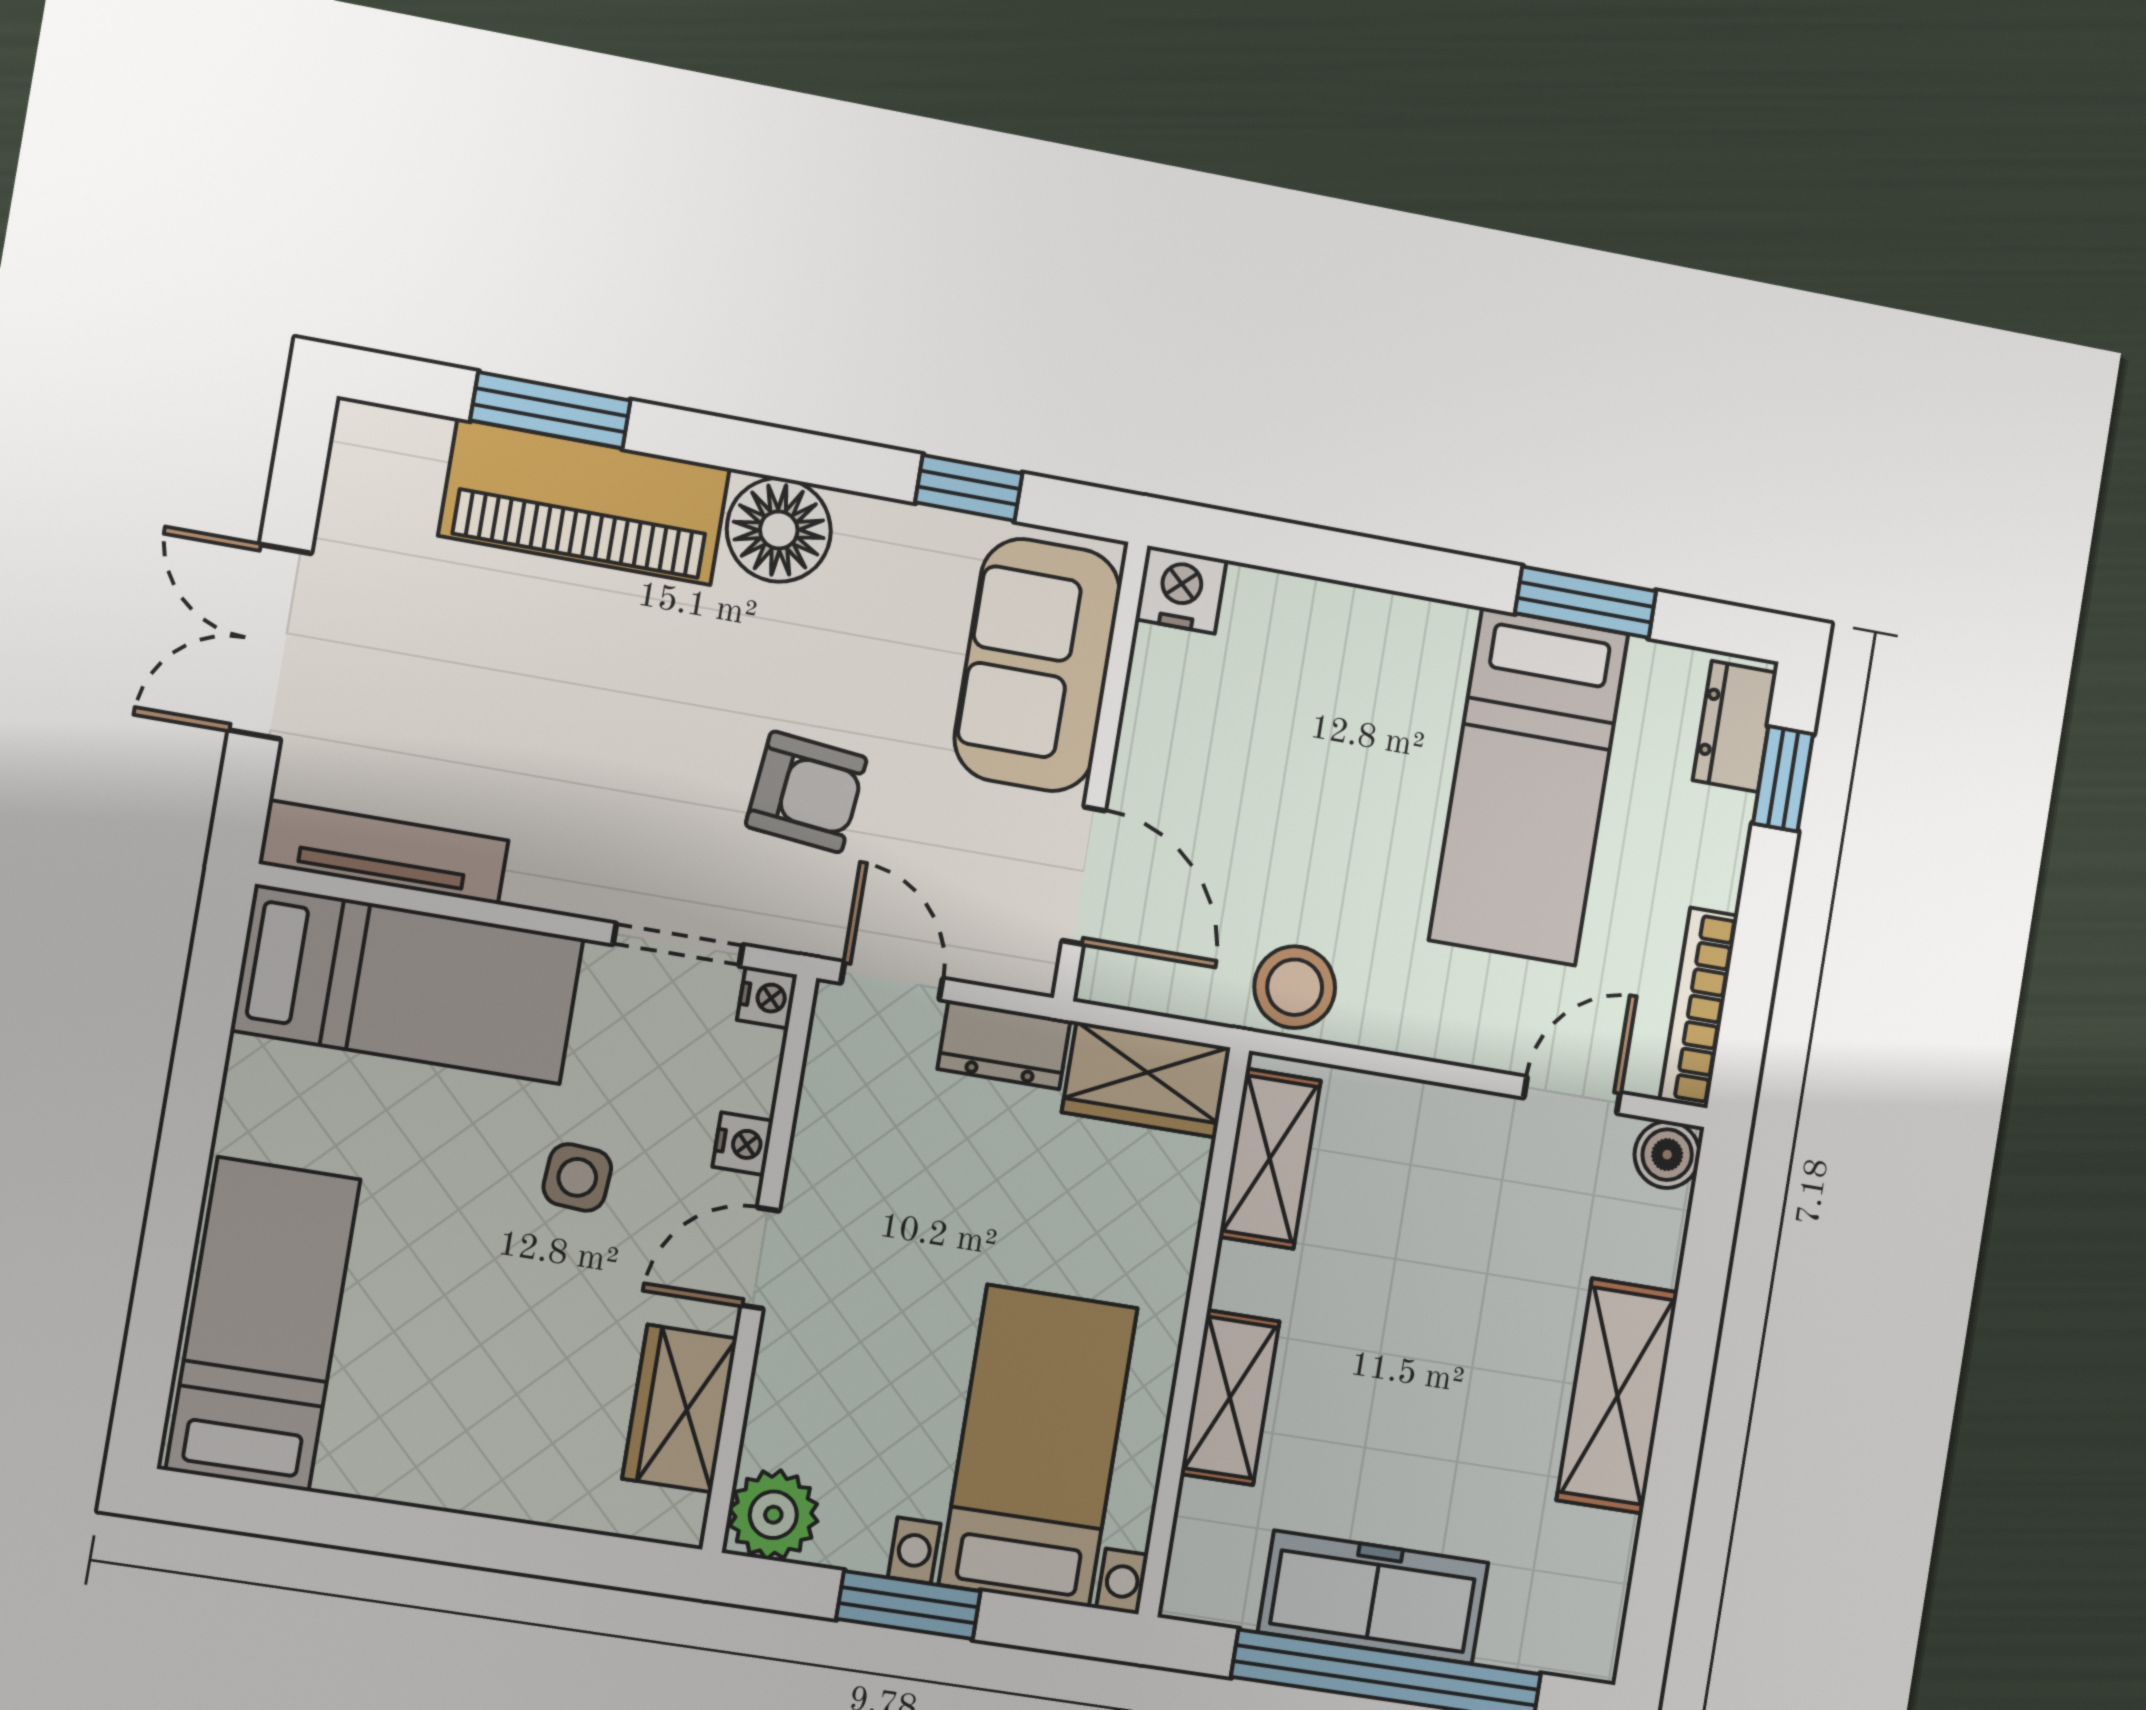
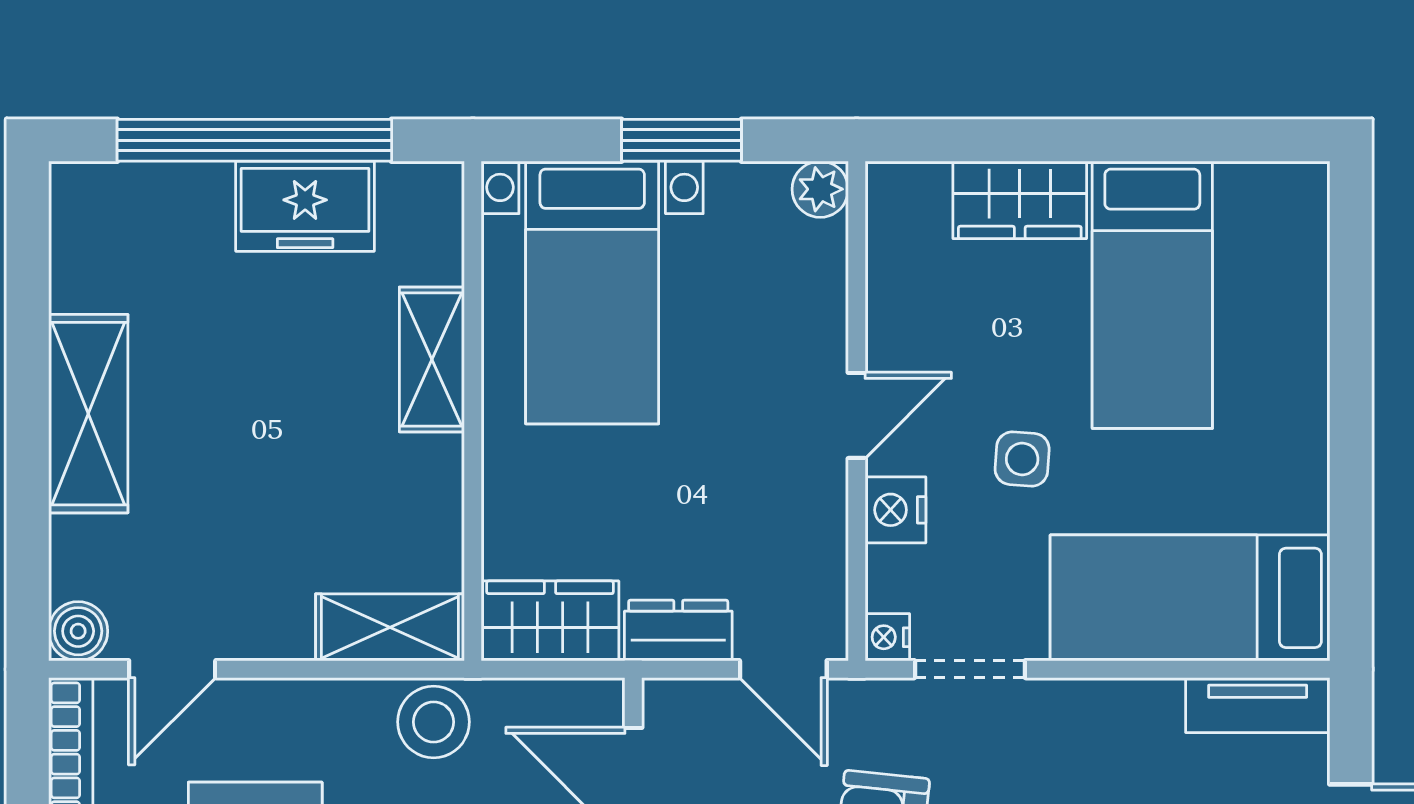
tv unit: (384, 852) -> (1258, 705), width x0.71
nightstand: (743, 1144) -> (895, 510), width x1.39, depth x1.35
shelving: (1270, 1159) -> (390, 627), moved, turned 90
bed: (263, 1324) -> (1152, 295), moved
wardrobe: (680, 1409) -> (1020, 200), moved, turned 90
plant: (773, 1515) -> (820, 189), width x0.73, depth x0.73
freezer: (1373, 1597) -> (305, 206), width x0.71

